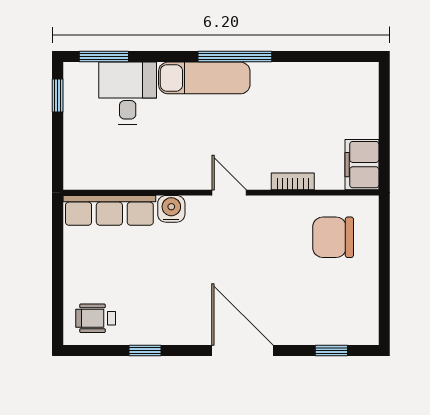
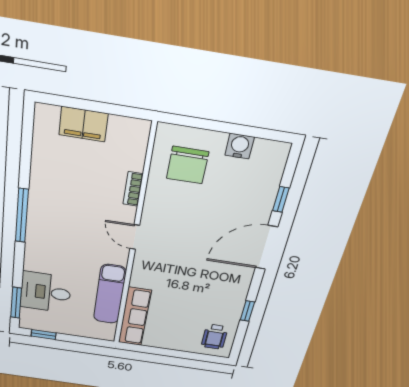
exam couch: (204, 78) -> (110, 294), moved, turned 180
filing cabinet: (362, 165) -> (83, 124), moved
door: (229, 193) -> (135, 237), hinge flipped
water cooler: (171, 209) -> (240, 146), moved, turned 90
window: (331, 351) -> (281, 199), moved

